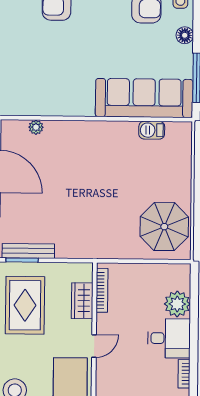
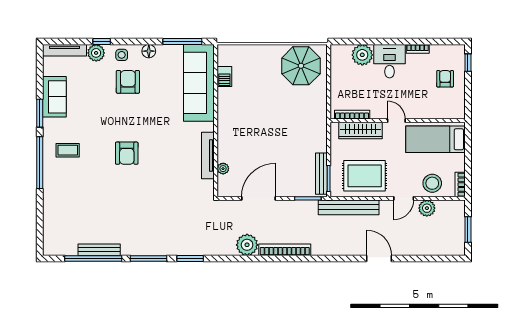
tv unit: (53, 108) -> (208, 156), added
wardrobe: (82, 301) -> (361, 130), width x1.50

